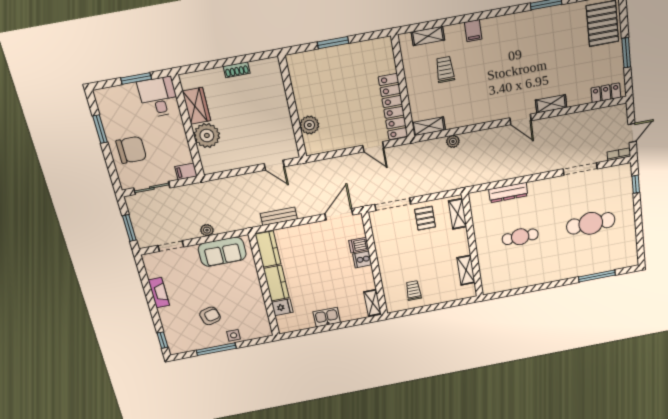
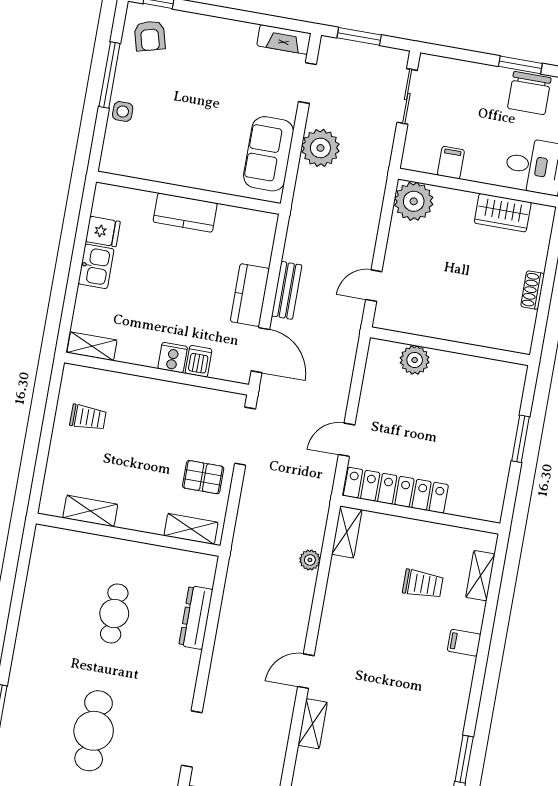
plant: (207, 135) -> (414, 201), moved
chair: (131, 150) -> (529, 93), moved
filing cabinet: (186, 171) -> (451, 163), moved
bench: (279, 216) -> (287, 290), moved
plant: (207, 230) -> (320, 148), width x1.88, depth x1.88
kitchen counter: (268, 249) -> (250, 295), moved, turned 90
fireplace: (159, 293) -> (284, 39), moved
fridge: (282, 307) -> (103, 232), moved, turned -90
armchair: (210, 316) -> (150, 36), moved

